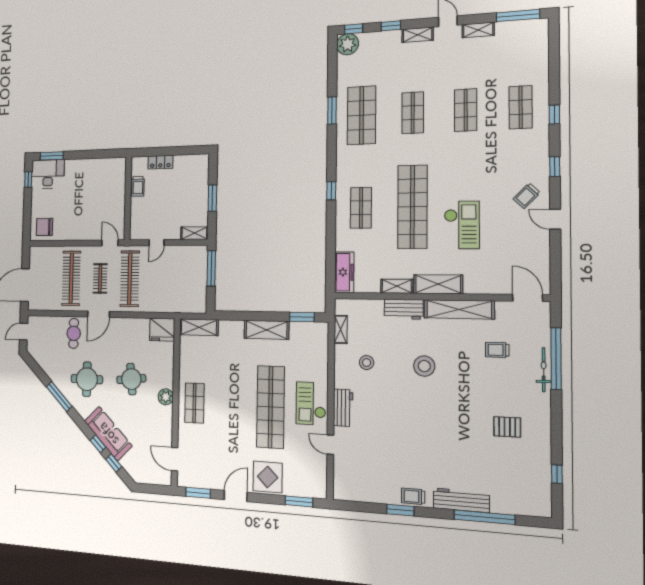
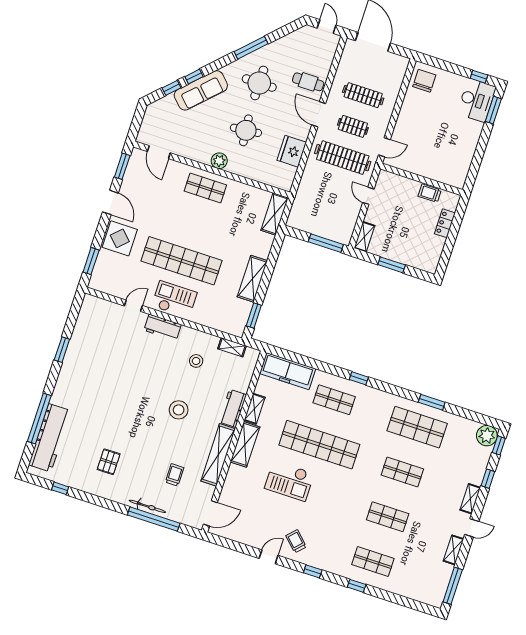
freezer: (344, 272) -> (288, 371), width x1.36, depth x1.26
clothes rail: (71, 278) -> (363, 95), width x0.73, depth x0.76
fridge: (162, 330) -> (292, 151), moved
door: (175, 459) -> (159, 152), swing flipped
trolley: (413, 496) -> (71, 364), removed
workbench: (461, 500) -> (50, 438), moved, width x1.36, depth x1.32

